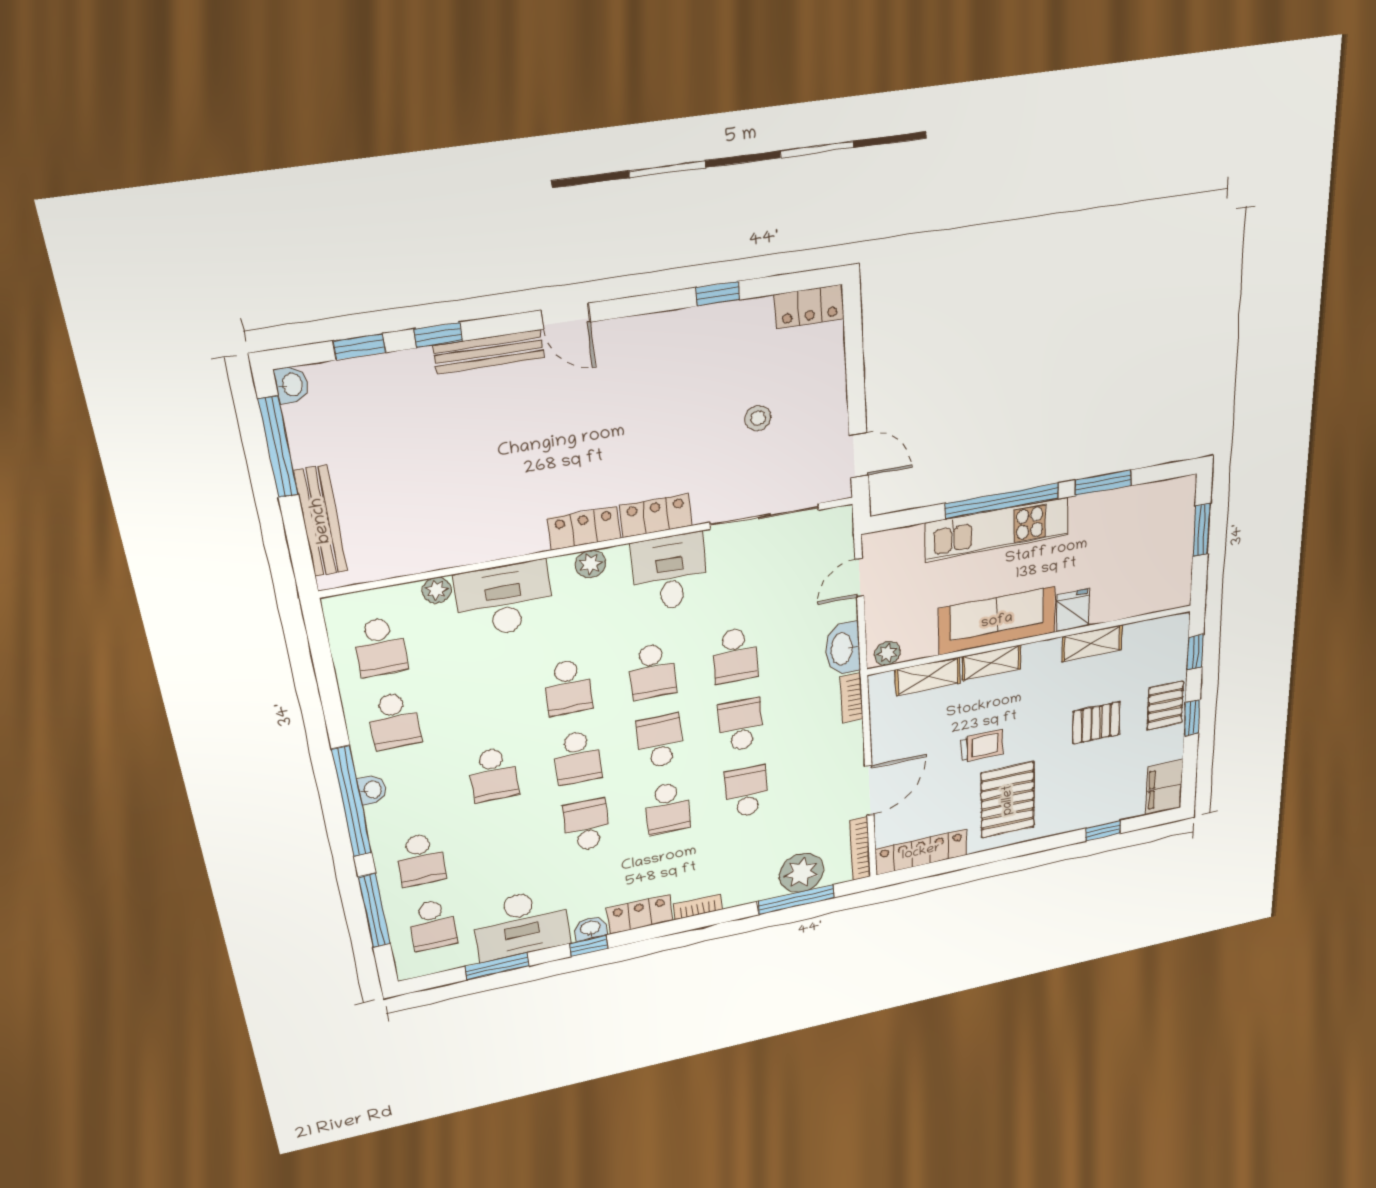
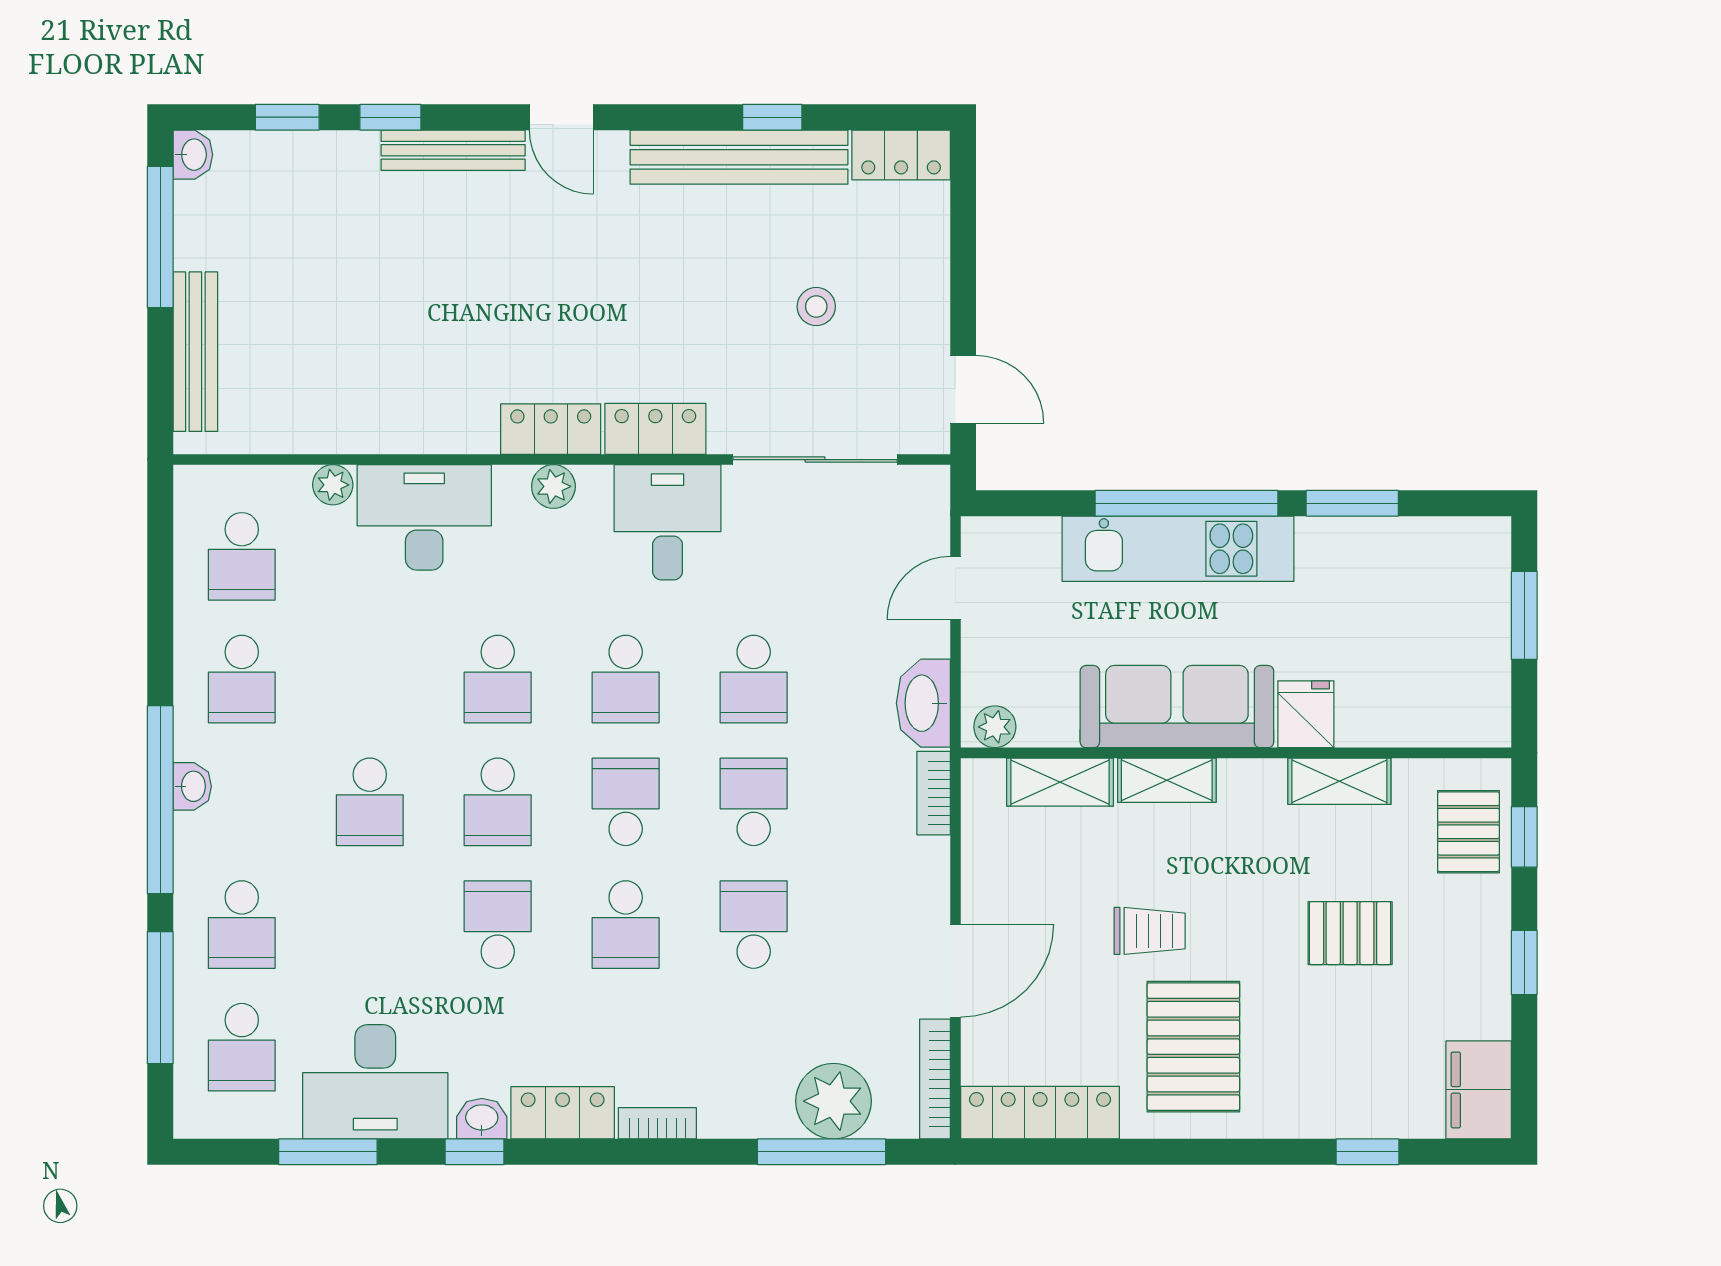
bench: (696, 325) -> (739, 157), added
pallet: (1165, 705) -> (1468, 832), moved

